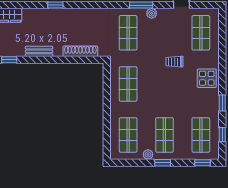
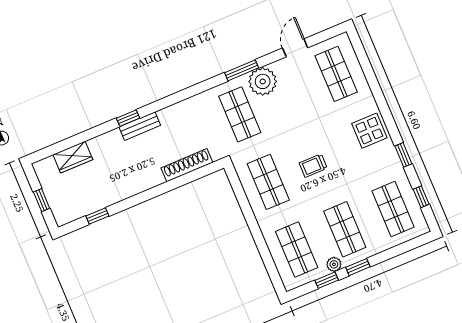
plant: (152, 13) -> (263, 81), width x1.88, depth x1.88
bench: (39, 51) -> (140, 126), moved
trolley: (174, 62) -> (313, 166), moved
window: (202, 163) -> (327, 280), moved

